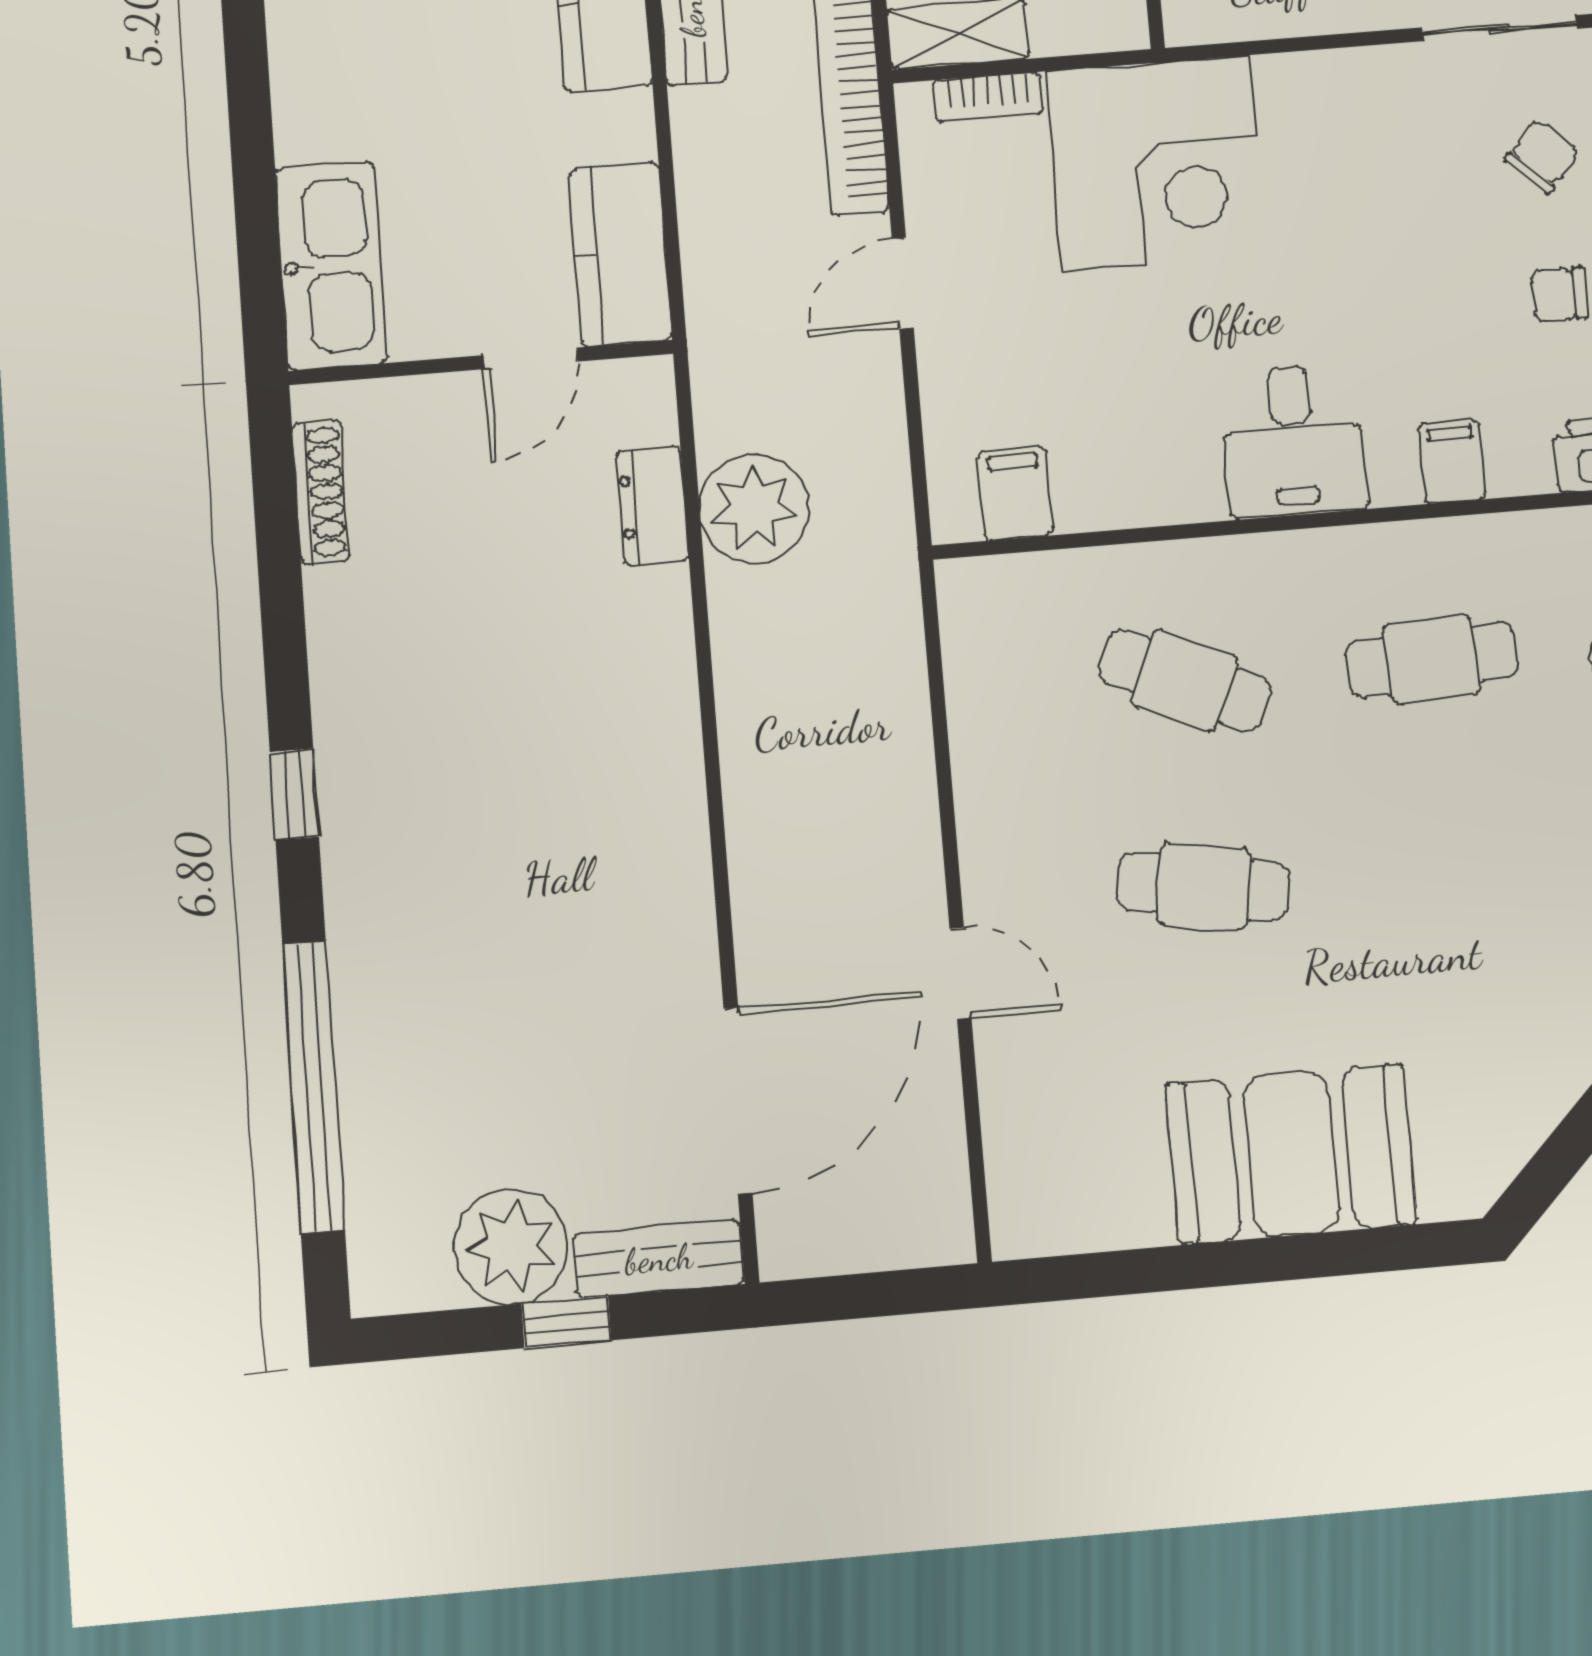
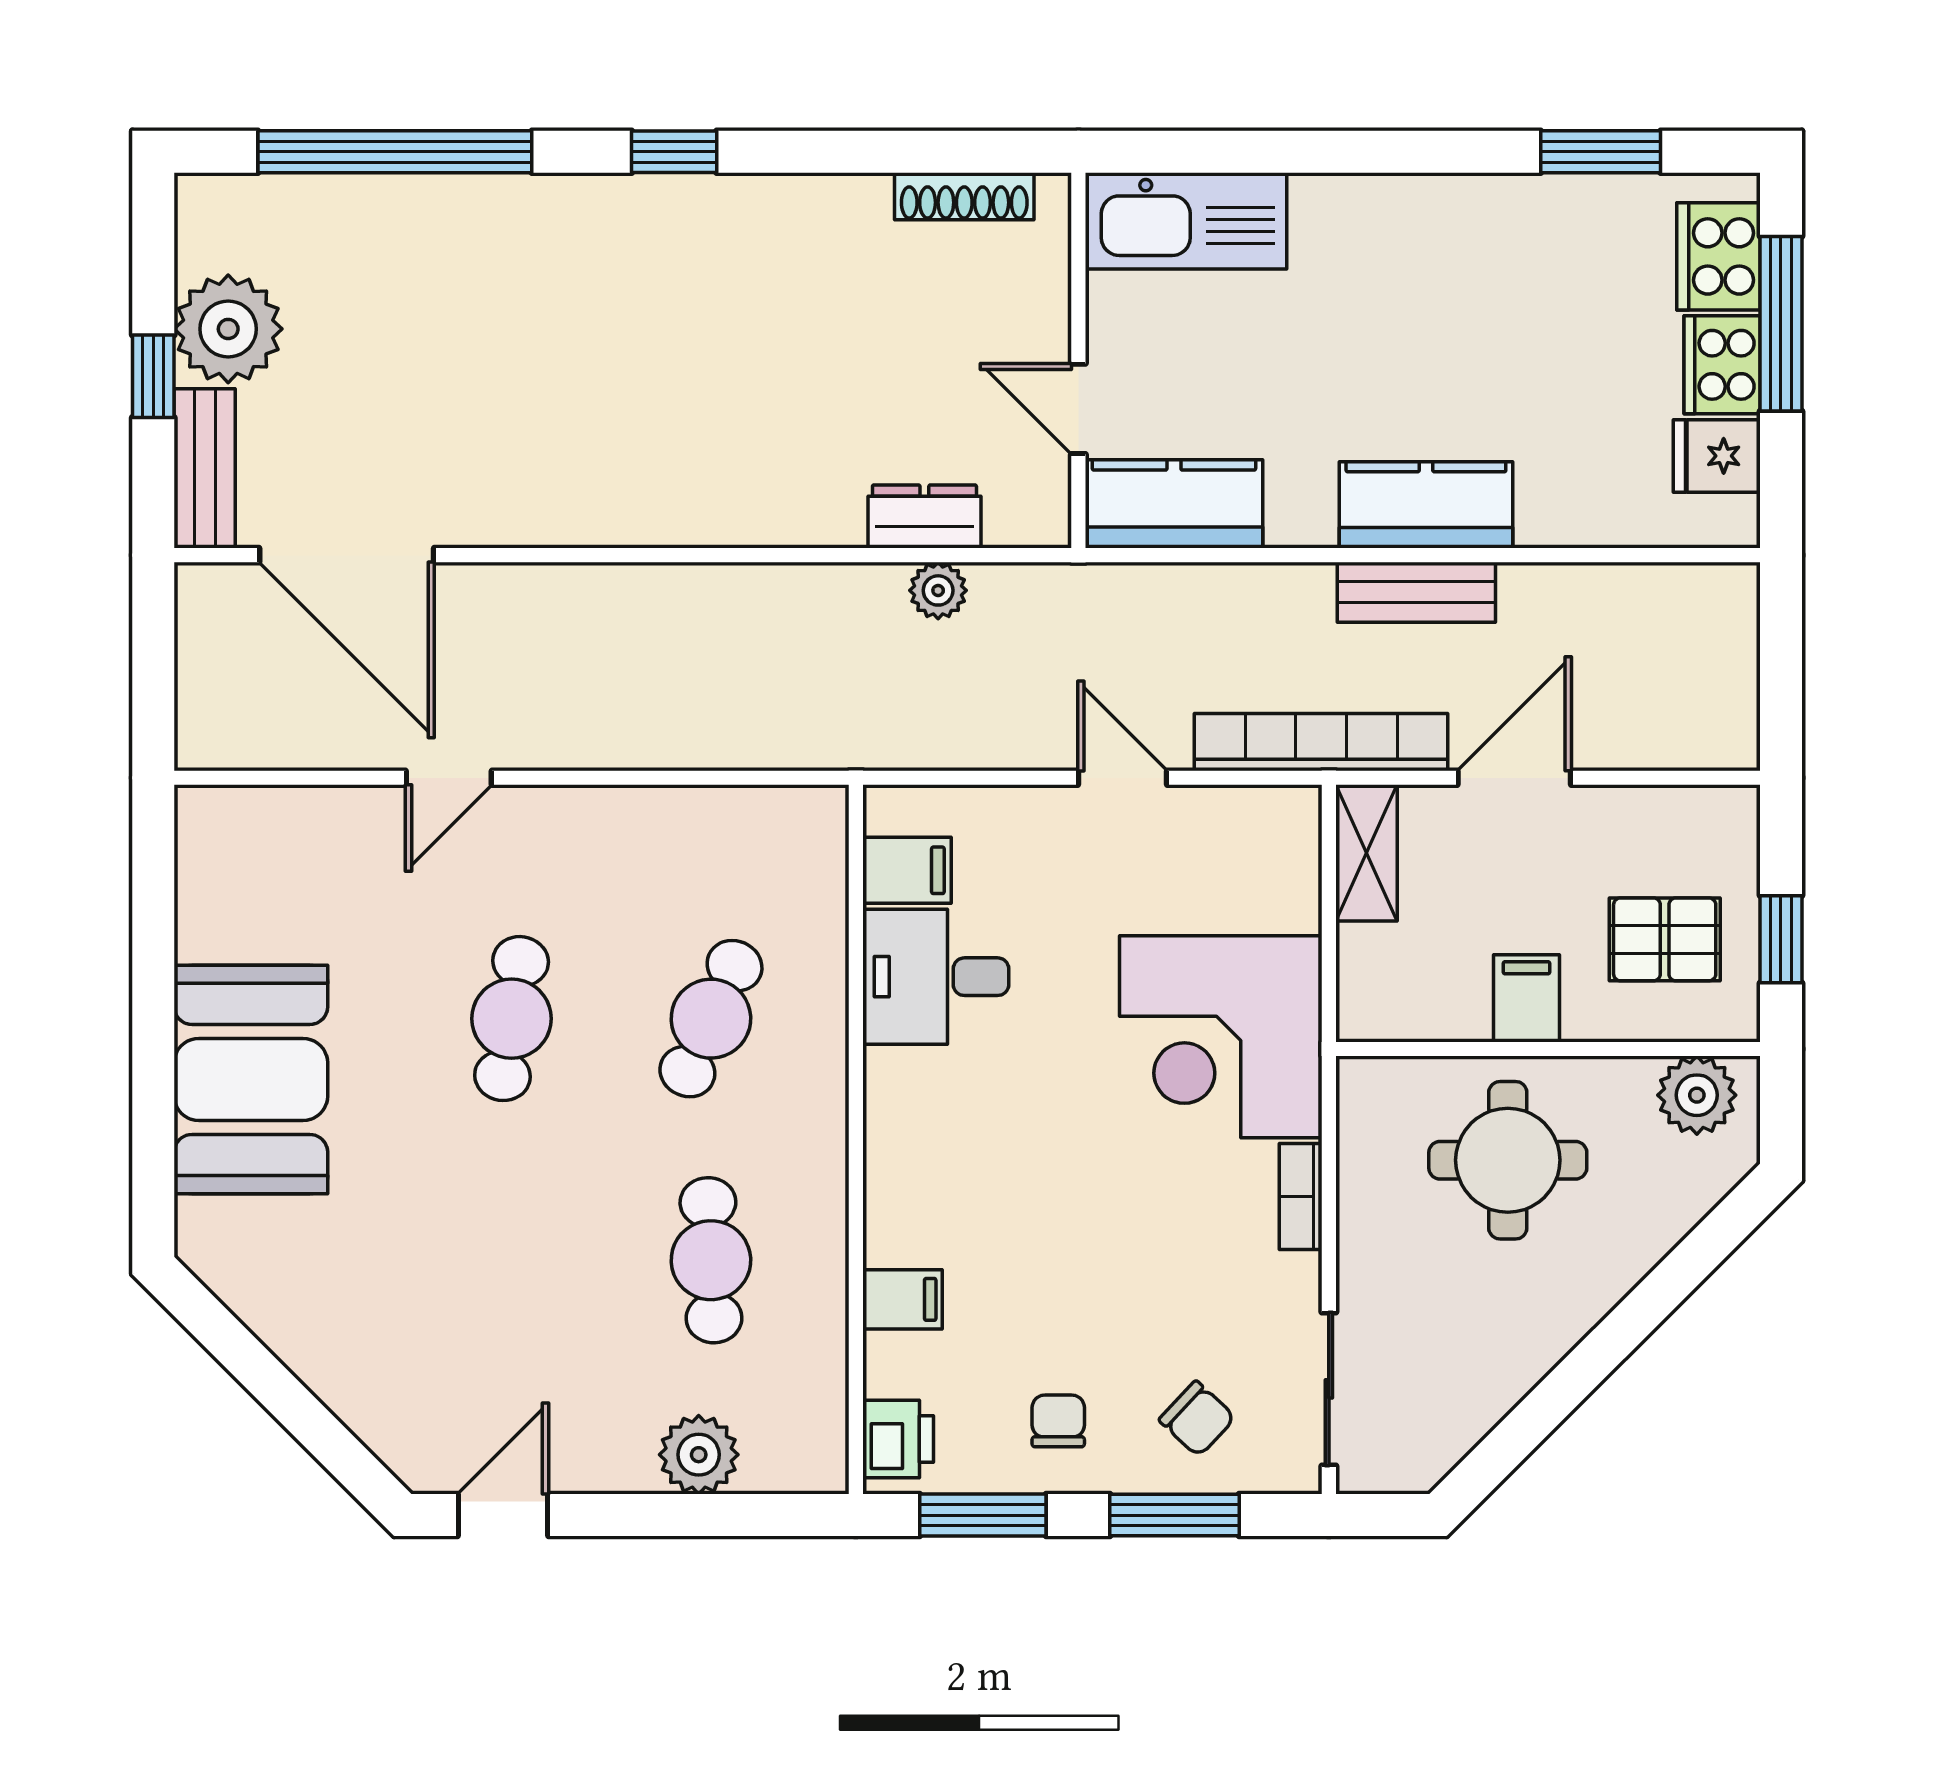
bookcase: (988, 97) -> (1301, 1197), moved
desk: (1293, 441) -> (936, 977), moved
plant: (754, 508) -> (938, 590), width x0.53, depth x0.53

